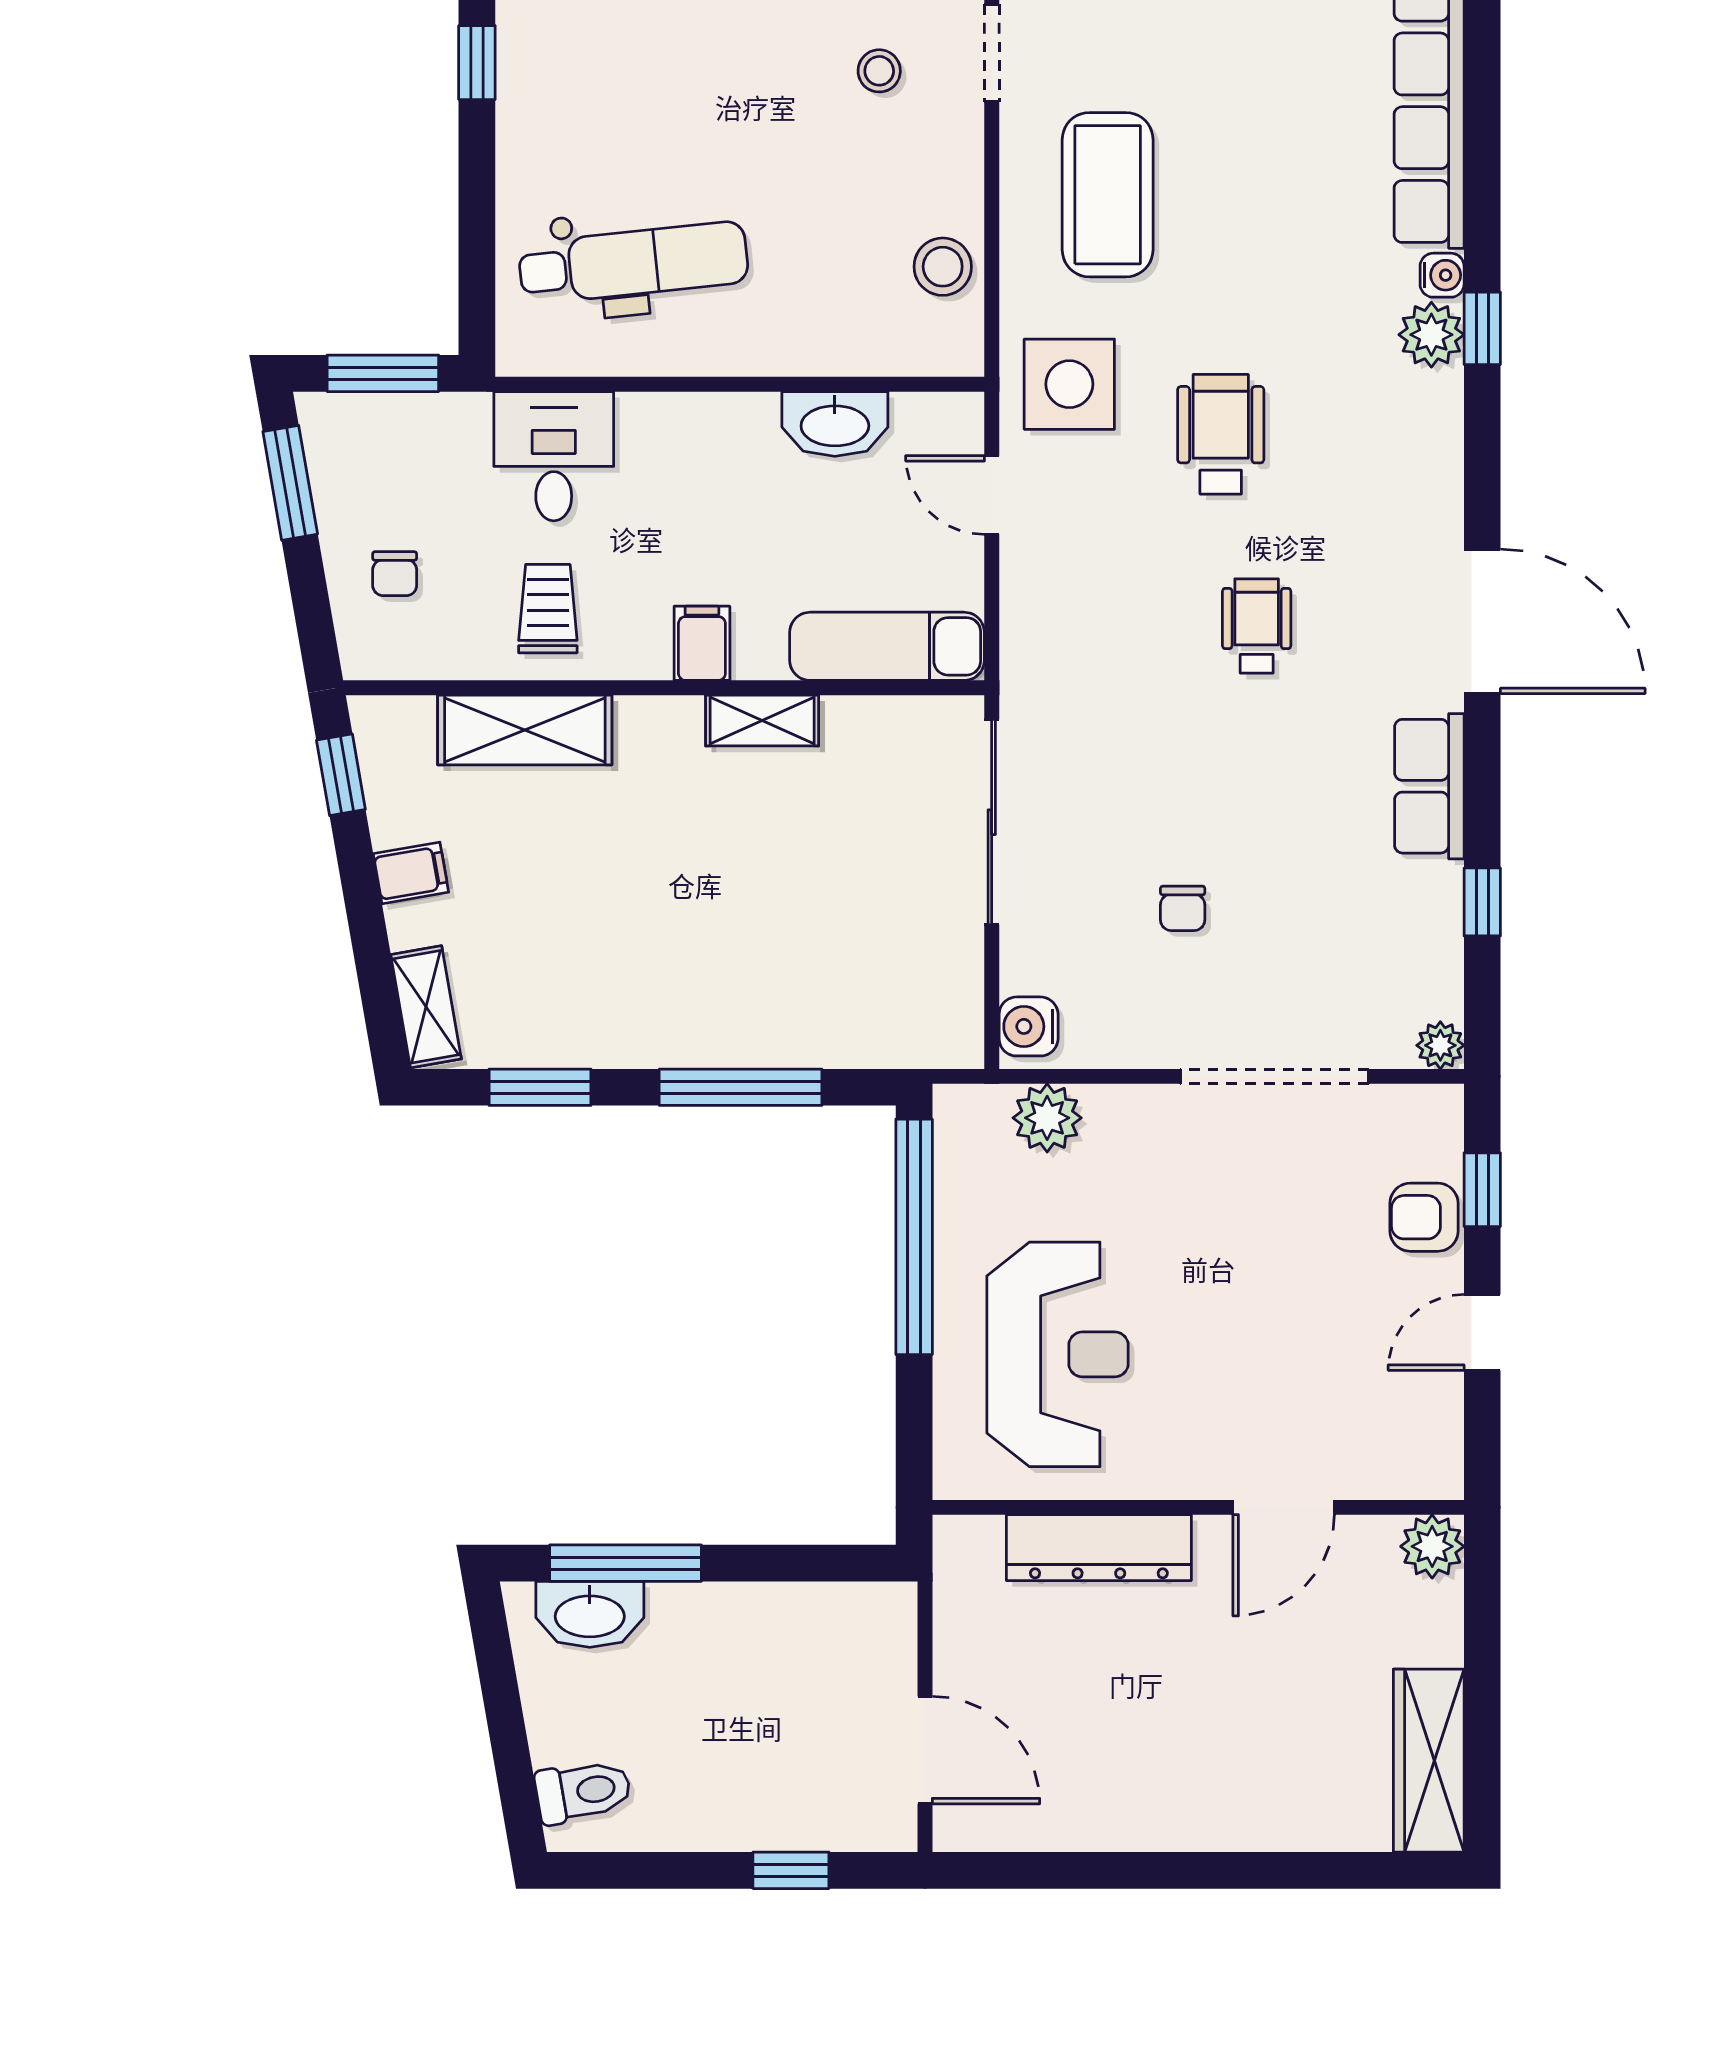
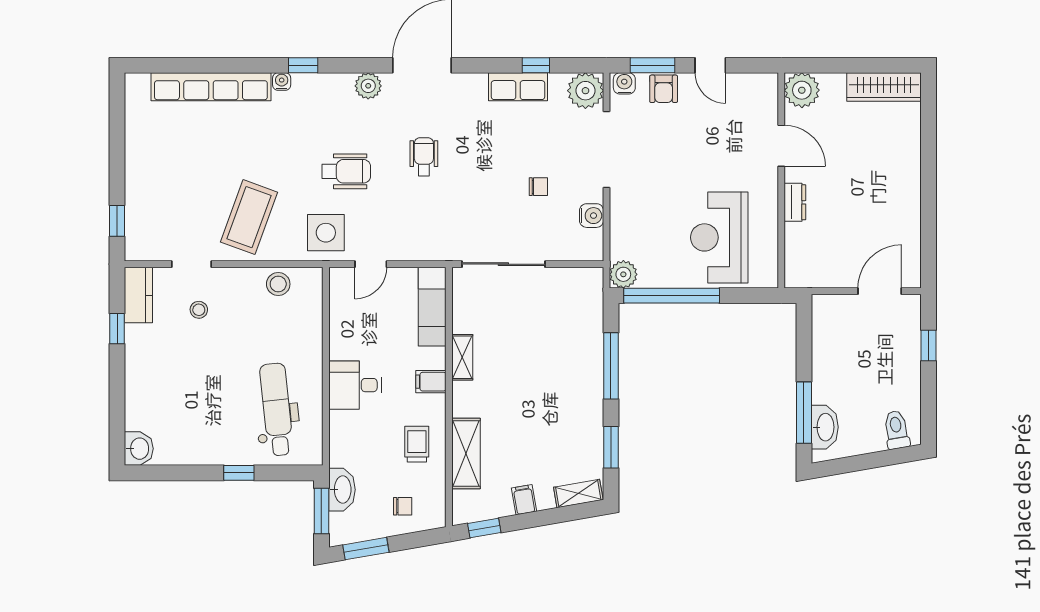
window: (477, 63) -> (239, 473), moved
coffee table: (1108, 195) -> (249, 217), turned -70
plant: (1431, 335) -> (368, 86), moved
washbasin: (835, 424) -> (342, 490), moved
wheelchair: (1221, 434) -> (346, 171), turned 180
desk: (554, 456) -> (355, 385), moved
trolley: (548, 609) -> (417, 444), turned 90
wheelchair: (1257, 626) -> (424, 157), turned 90
row of seats: (1429, 786) -> (518, 87), moved
water cooler: (1029, 1026) -> (592, 216), moved, turned -90
plant: (1440, 1045) -> (585, 91), width x1.88, depth x1.88
plant: (1047, 1118) -> (623, 274), moved
water cooler: (1437, 1120) -> (624, 83), added
window: (1482, 1190) -> (652, 65), width x1.50
reception desk: (1058, 1354) -> (719, 237), turned -90
plant: (1432, 1546) -> (802, 90), width x1.36, depth x1.36
dresser: (1099, 1548) -> (795, 202), width x0.51, depth x0.80

